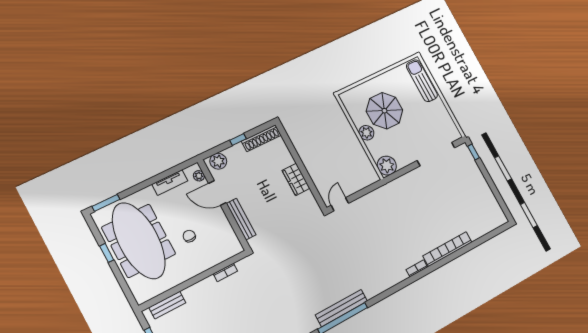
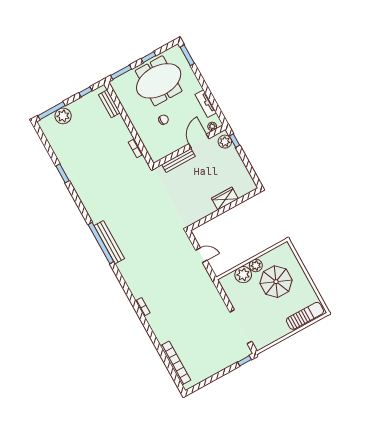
shoe rack: (261, 138) -> (246, 176), removed
window: (238, 139) -> (235, 141), moved
plant: (387, 166) -> (243, 275), moved
wardrobe: (296, 179) -> (225, 199), moved
door: (340, 204) -> (201, 255), moved
meeting table: (139, 241) -> (159, 81), width x0.73
bookcase: (448, 249) -> (176, 363), moved
window: (126, 289) -> (121, 72), added

